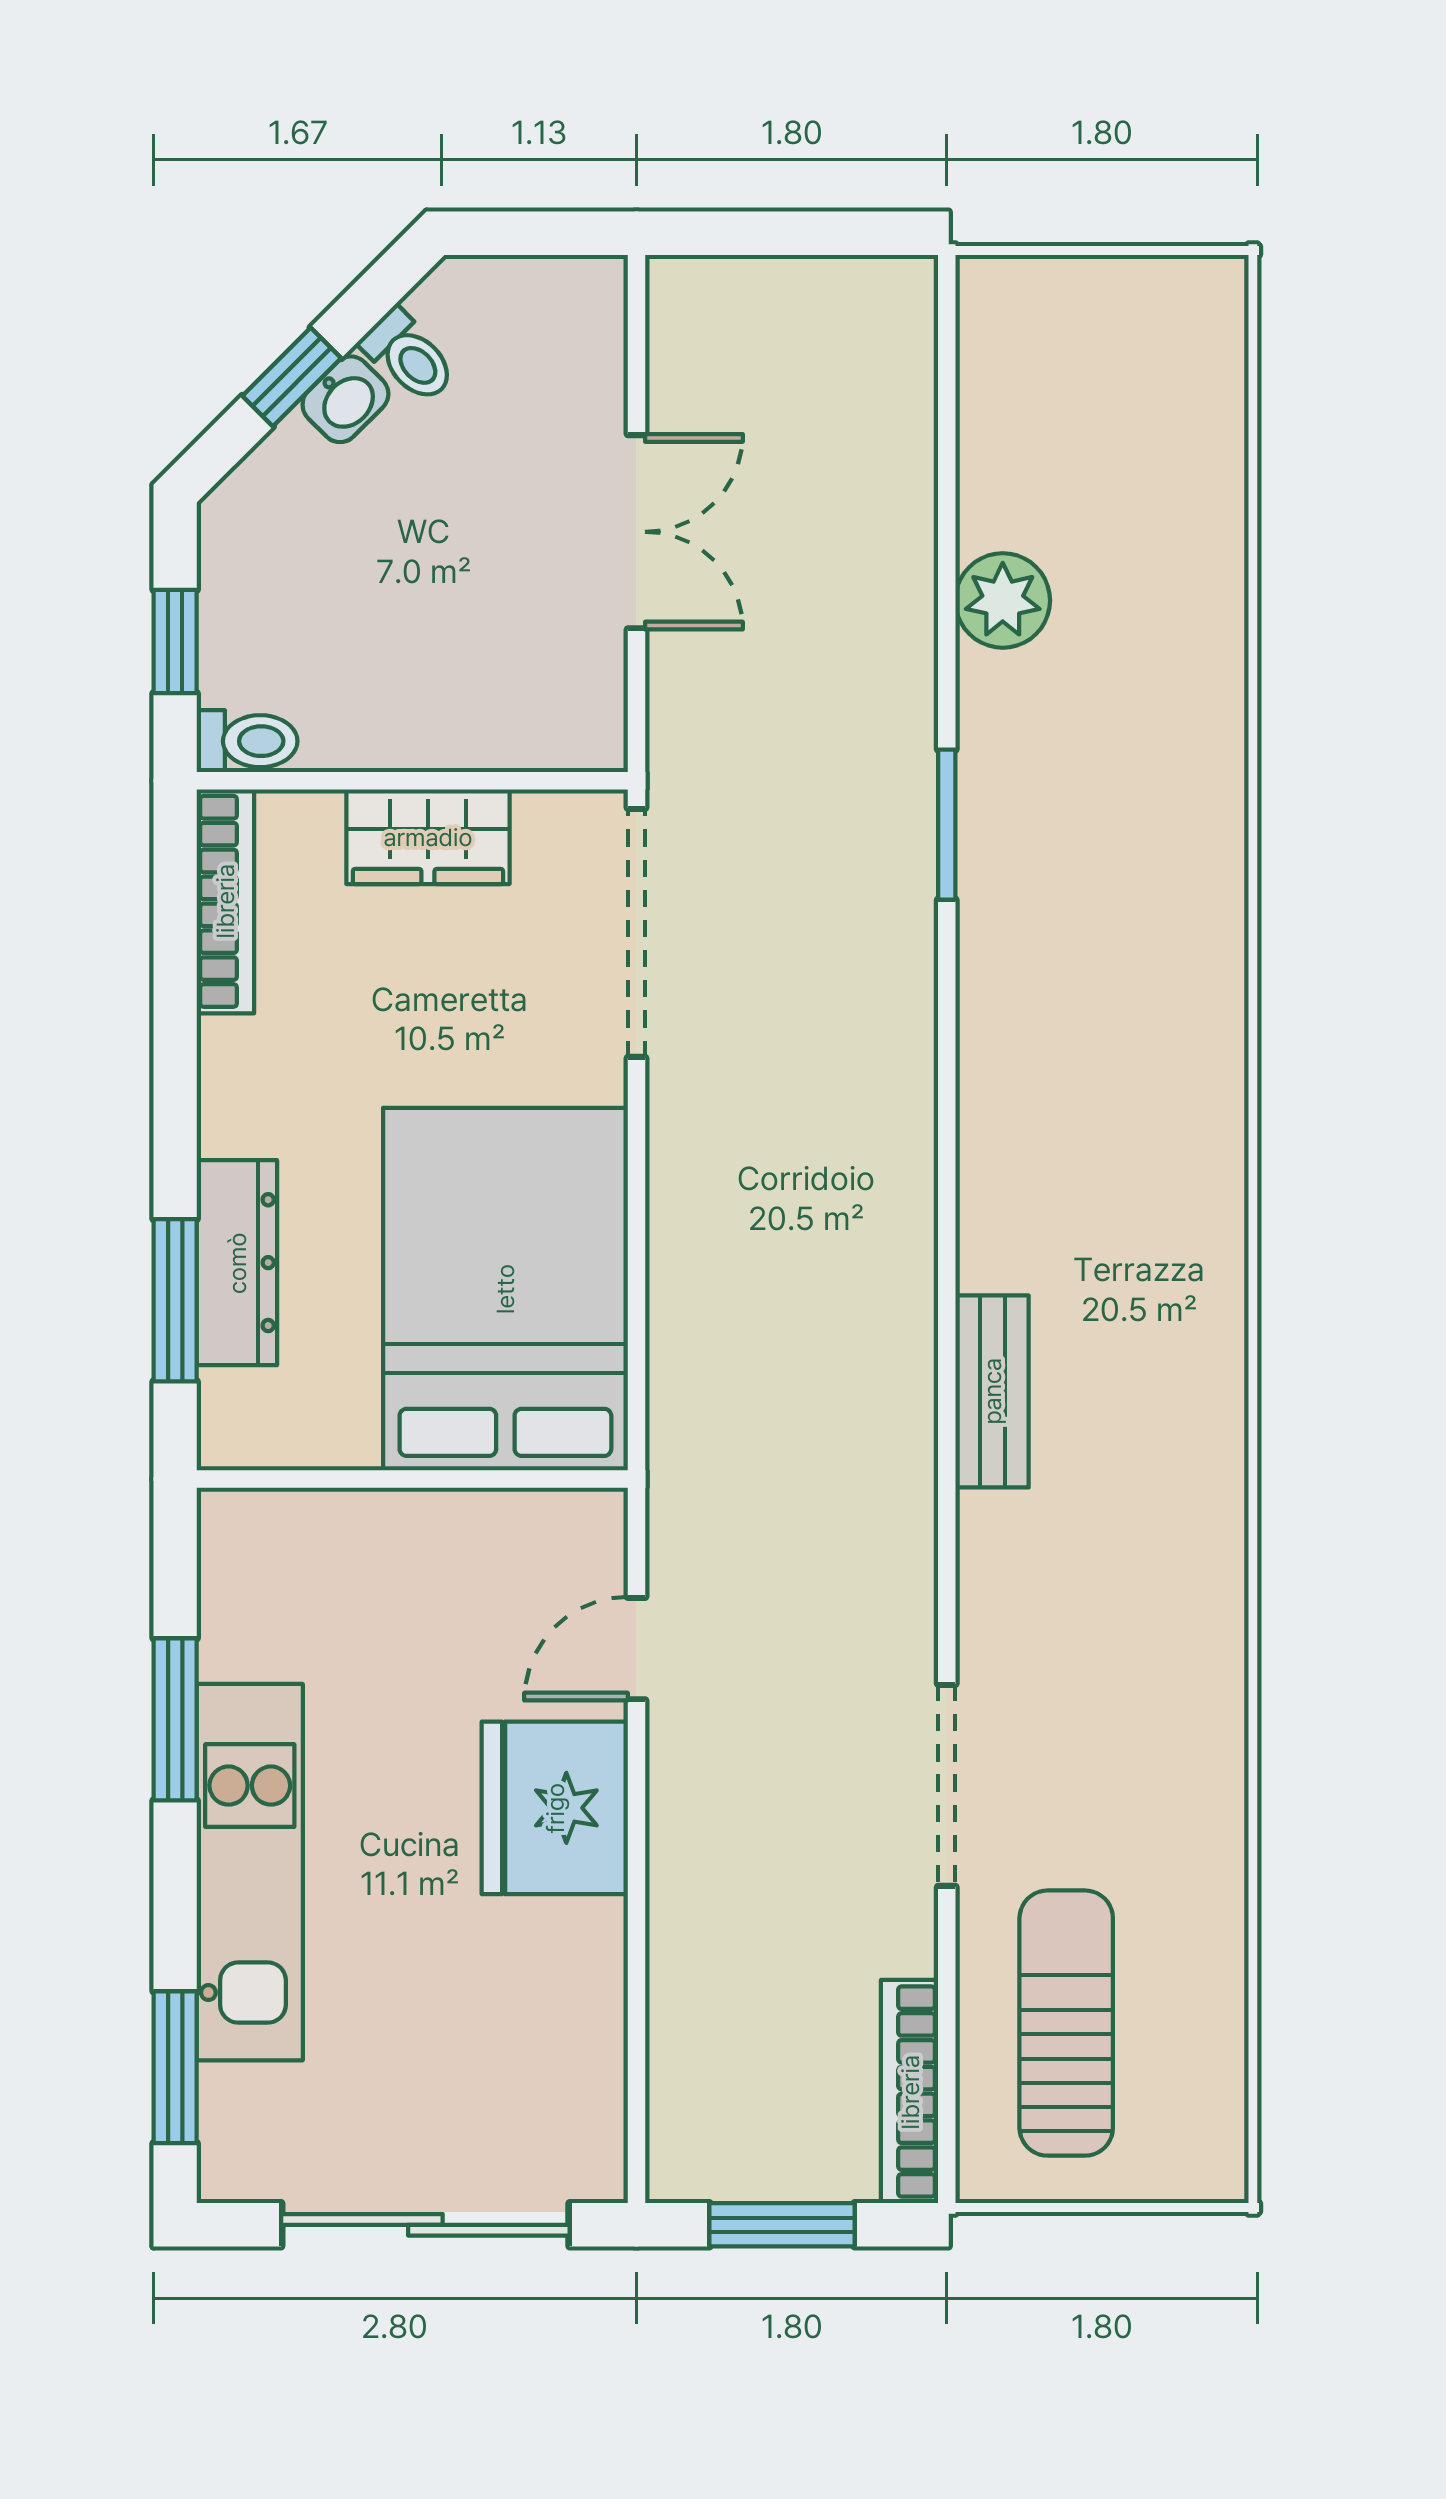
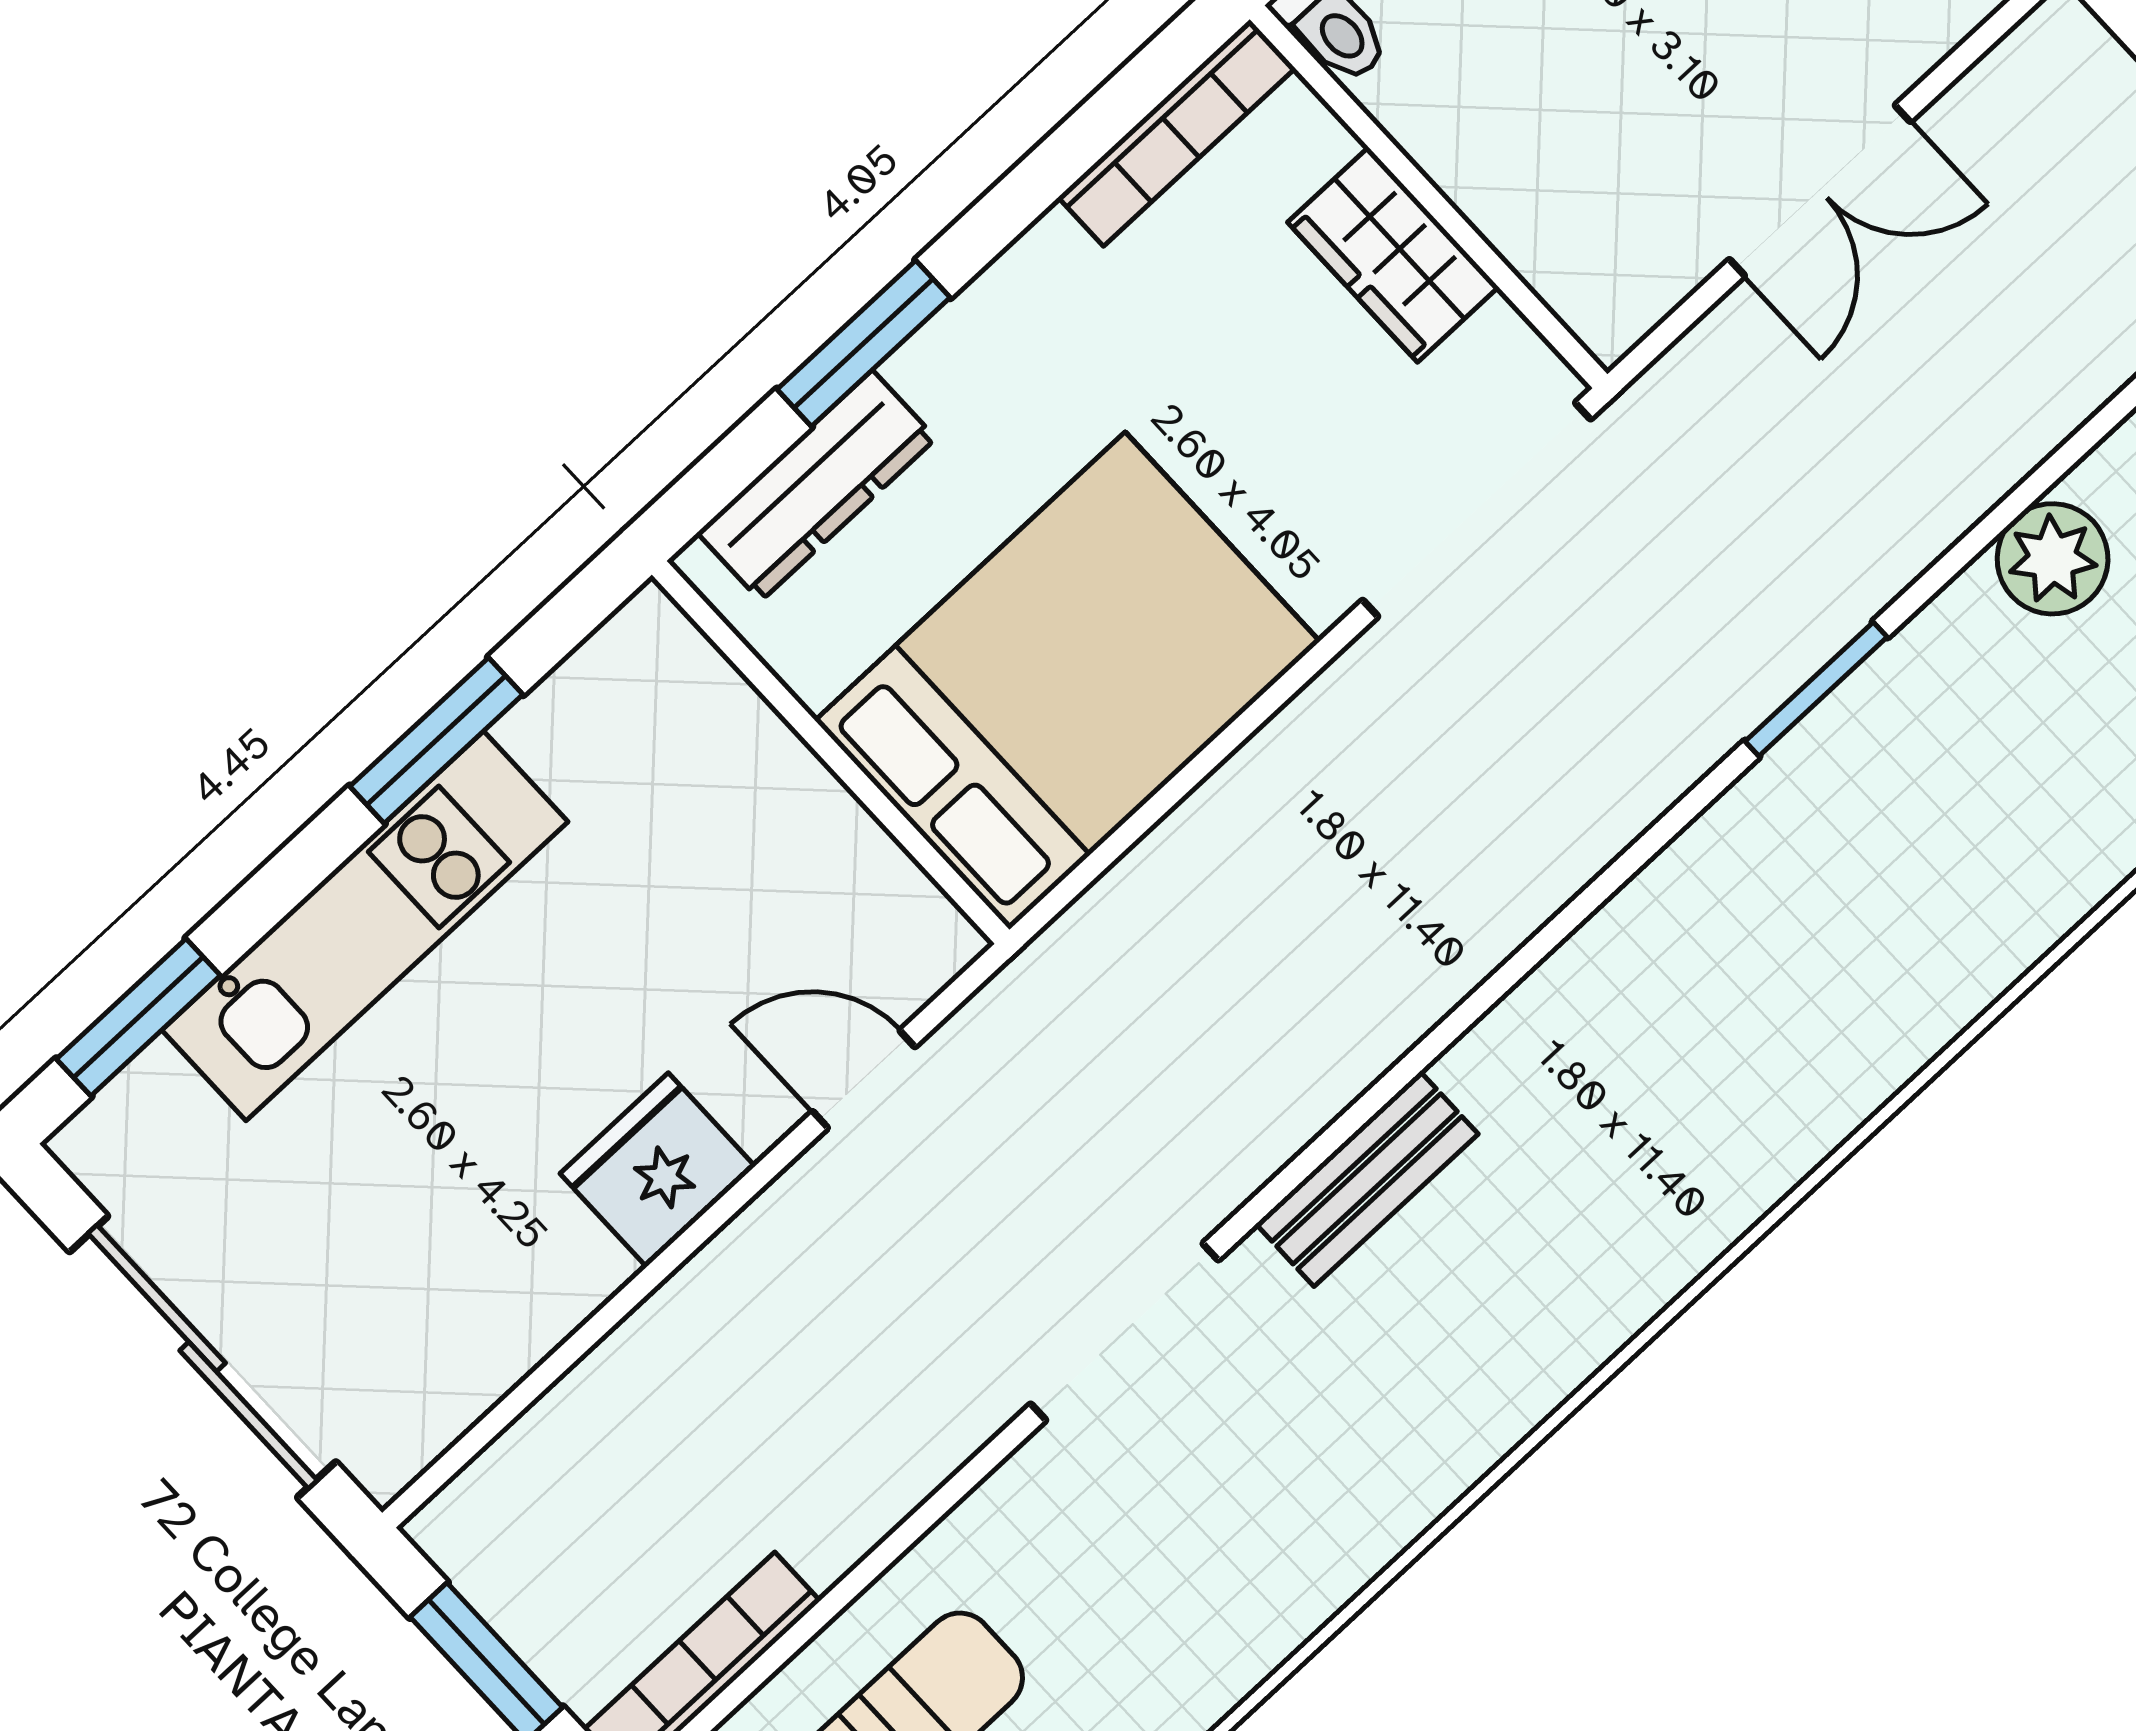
dresser: (237, 1263) -> (817, 486), moved
window: (175, 1300) -> (864, 343), moved
doorway: (947, 1785) -> (1124, 1332), moved
fridge: (555, 1808) -> (658, 1170), width x0.73, depth x0.75

